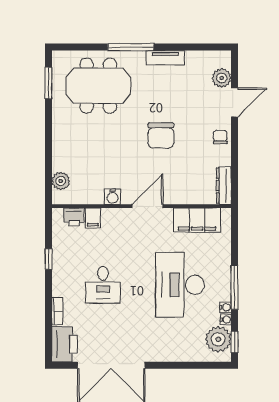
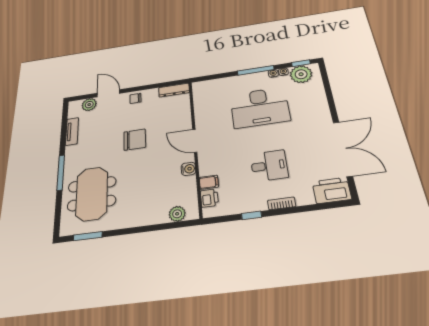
tv unit: (165, 58) -> (72, 131), moved
filing cabinet: (197, 220) -> (203, 104), removed
bookcase: (57, 311) -> (282, 203), moved

